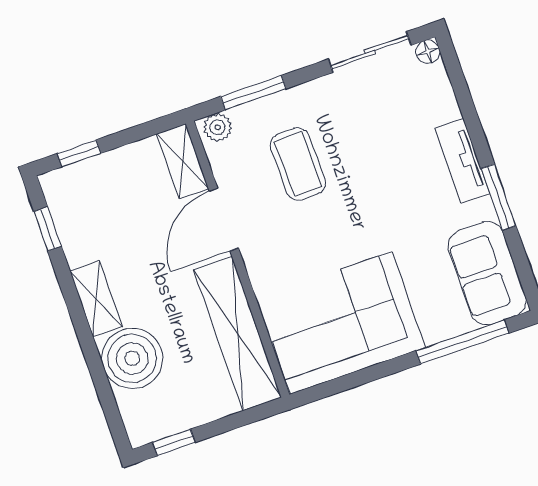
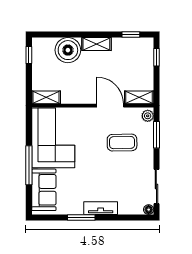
sofa: (487, 273) -> (44, 190), moved, turned 90
shelving: (238, 334) -> (46, 97), width x0.45, depth x0.75
window: (462, 342) -> (29, 165), moved

